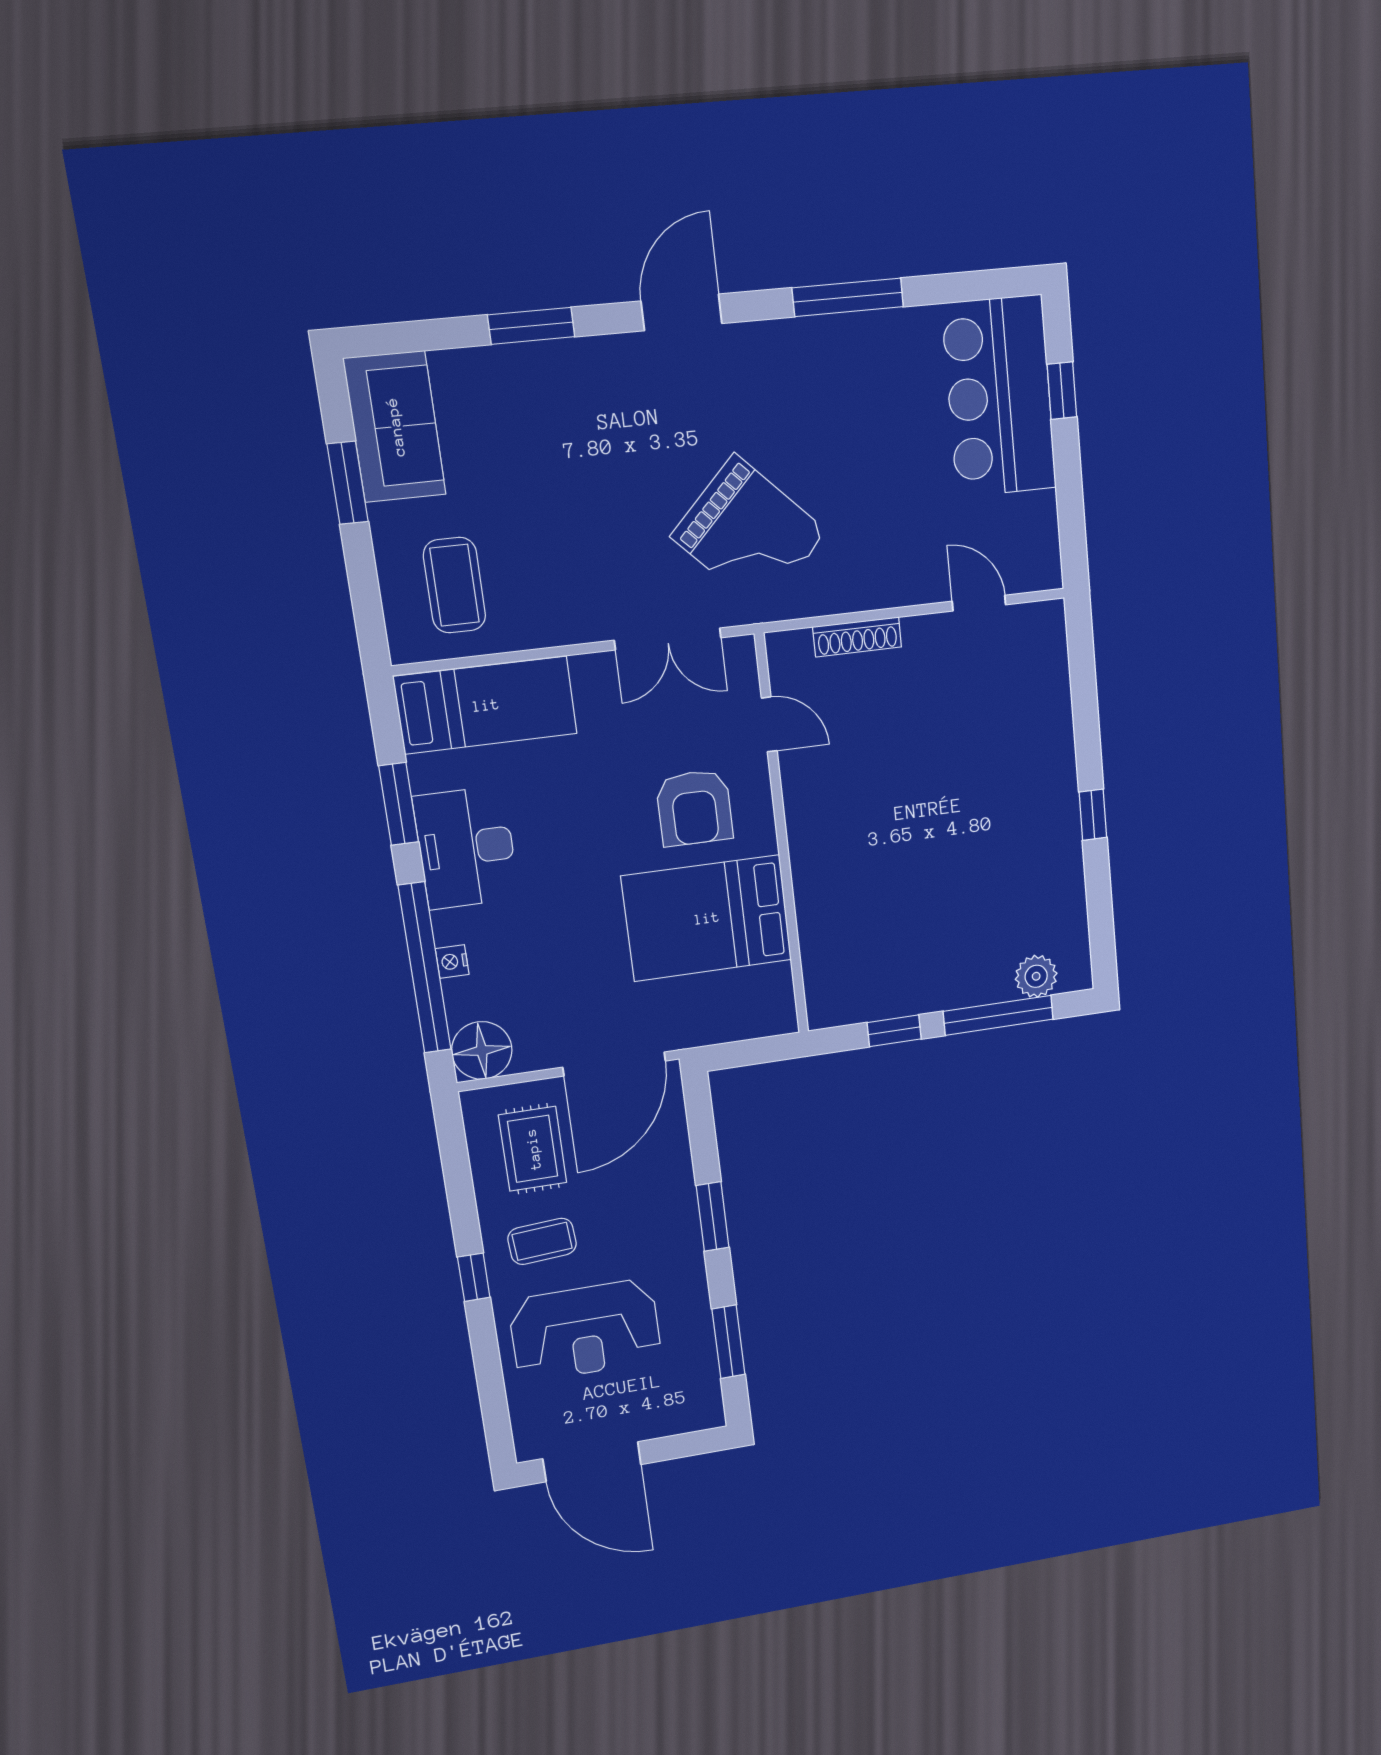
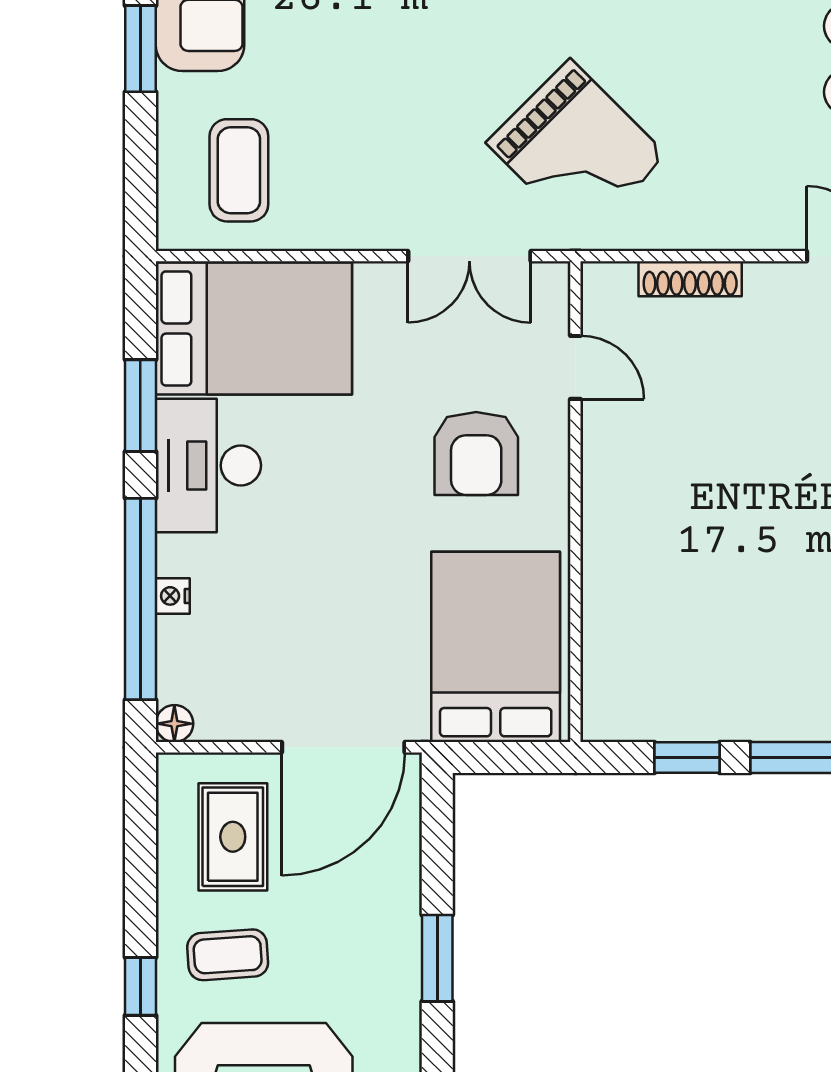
bed: (486, 705) -> (254, 328), width x1.50
bed: (707, 918) -> (496, 647), moved, turned 90
floor lamp: (482, 1050) -> (174, 724), width x0.53, depth x0.53

